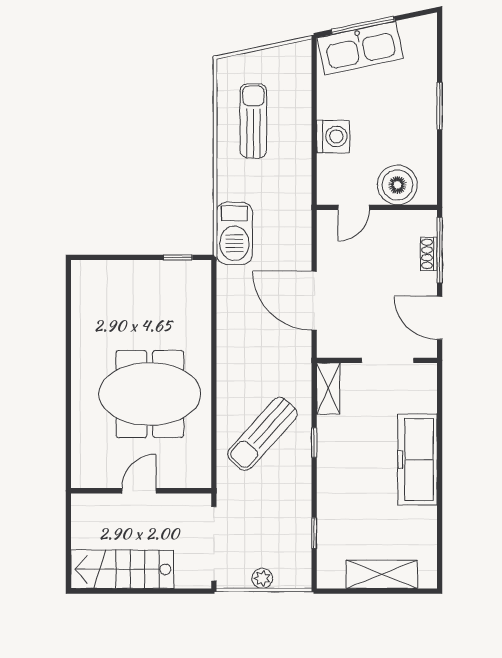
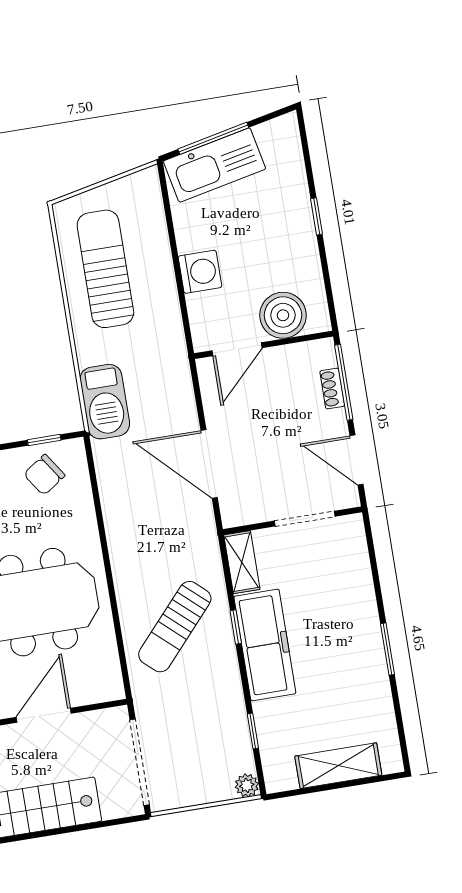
window: (440, 106) -> (317, 216), width x0.67
sun lounger: (253, 121) -> (105, 269), width x1.36, depth x1.34
door: (354, 207) -> (237, 349), width x1.38
chair: (173, 287) -> (44, 475), added
freezer: (417, 459) -> (265, 645), moved, turned 180
window: (440, 482) -> (387, 649), added
door: (139, 491) -> (44, 715), width x1.38
plant: (262, 578) -> (247, 785), moved

